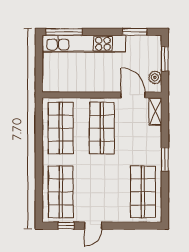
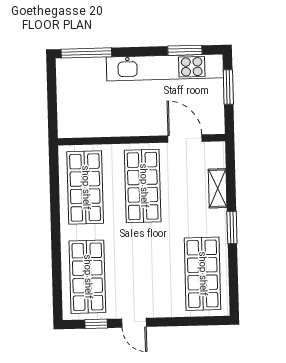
kitchen unit: (84, 44) -> (165, 67), moved
plant: (155, 77) -> (215, 113), removed
shelving: (155, 111) -> (218, 188), moved
door: (93, 226) -> (134, 323), hinge flipped

